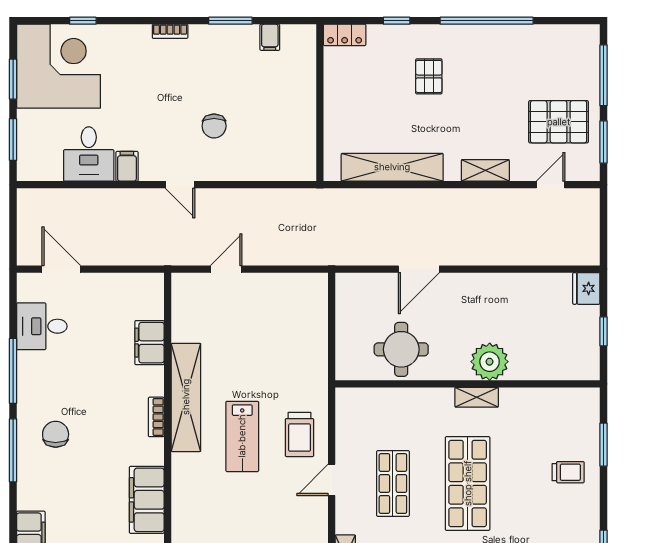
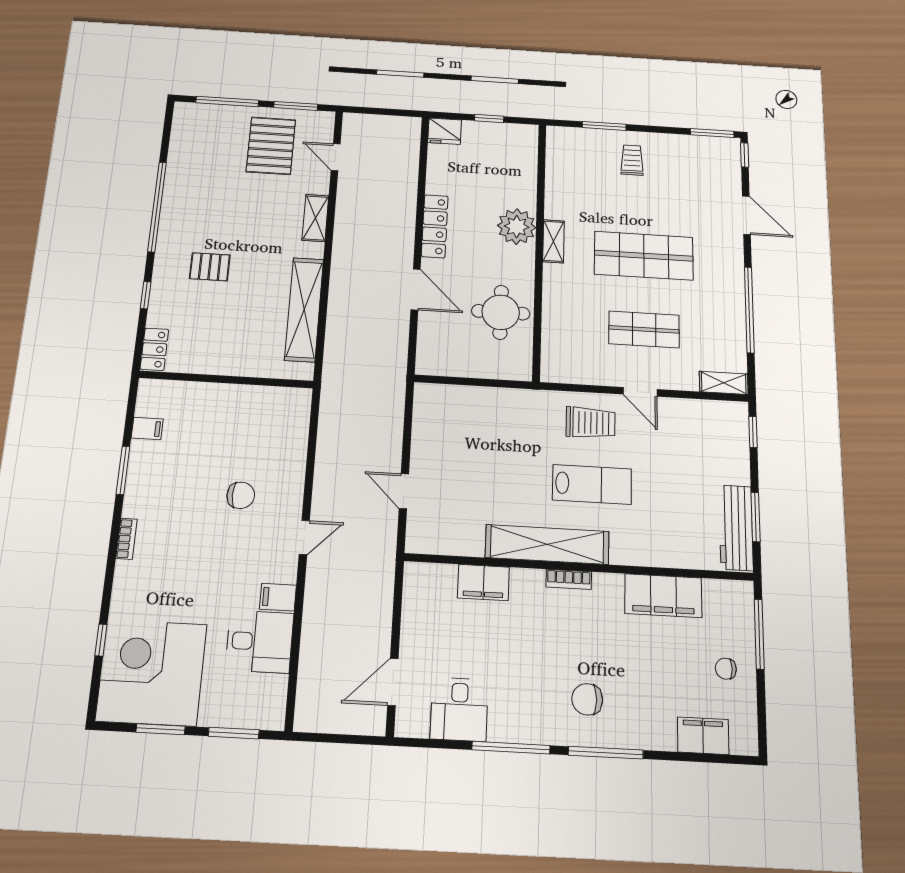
locker: (485, 284) -> (435, 226), added

